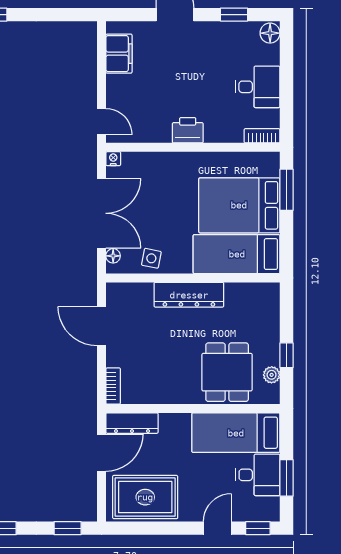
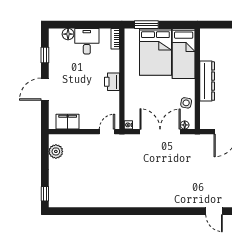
plant: (67, 33) -> (56, 151), added
floor lamp: (270, 33) -> (68, 34), moved

